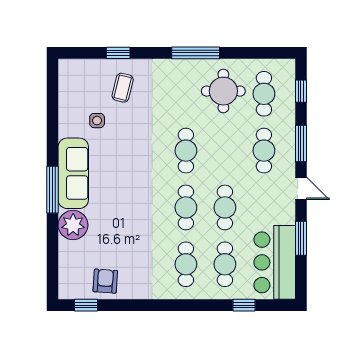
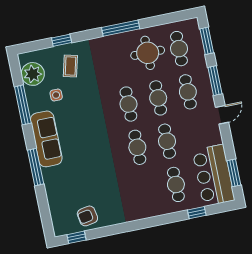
window: (301, 91) -> (207, 41), width x1.50
window: (53, 124) -> (23, 105), added
door: (301, 188) -> (222, 115), hinge flipped
window: (53, 190) -> (36, 167), moved
plant: (73, 225) -> (33, 74), moved
window: (301, 238) -> (234, 173), moved
cafe table: (186, 264) -> (158, 98), moved
armchair: (105, 281) -> (87, 216), turned -104

